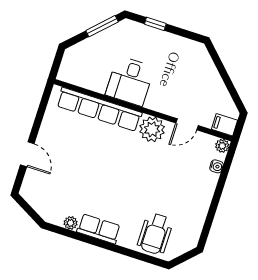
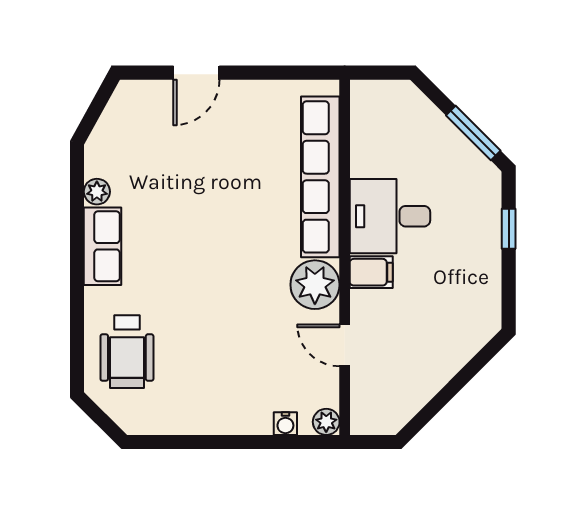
filing cabinet: (224, 125) -> (371, 272), moved, turned 90
wheelchair: (155, 234) -> (127, 352), turned -90

